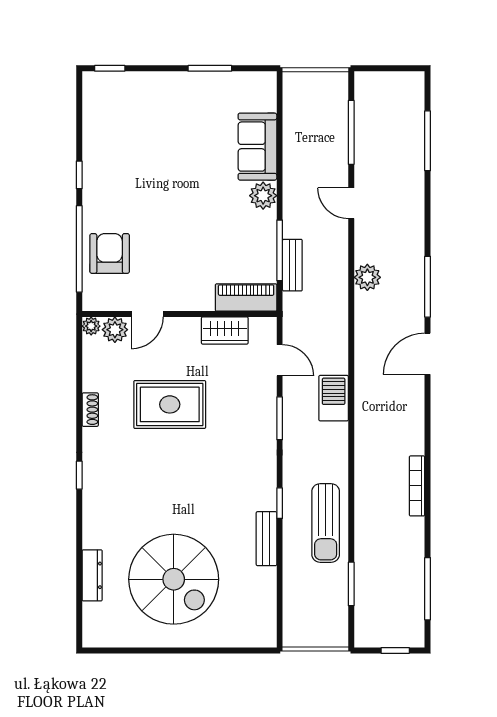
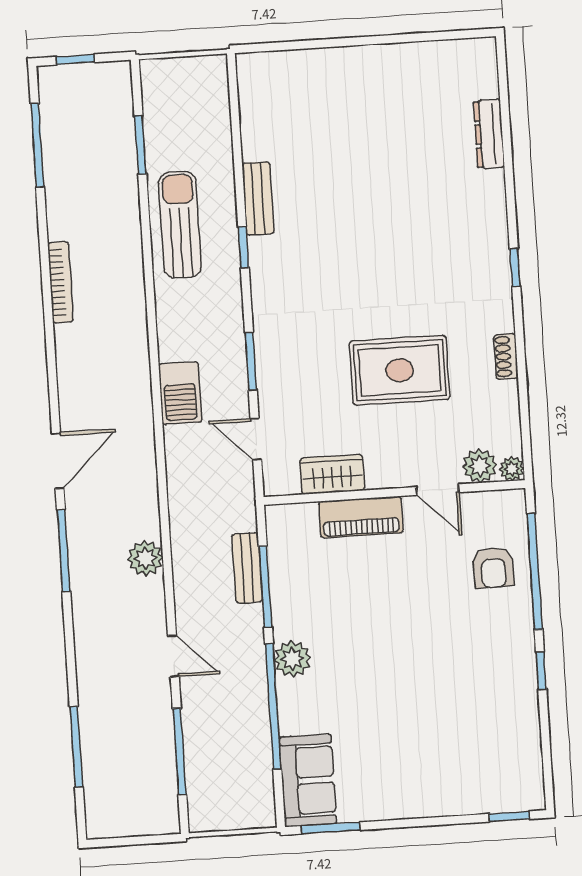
window: (210, 68) -> (331, 828), moved
sofa: (257, 147) -> (308, 781), moved
window: (280, 161) -> (273, 706), added
armchair: (110, 253) -> (493, 568), width x0.72, depth x0.72
piano: (246, 297) -> (361, 517), moved
door: (147, 314) -> (438, 490), swing flipped
spiral stairs: (174, 579) -> (379, 136), removed

